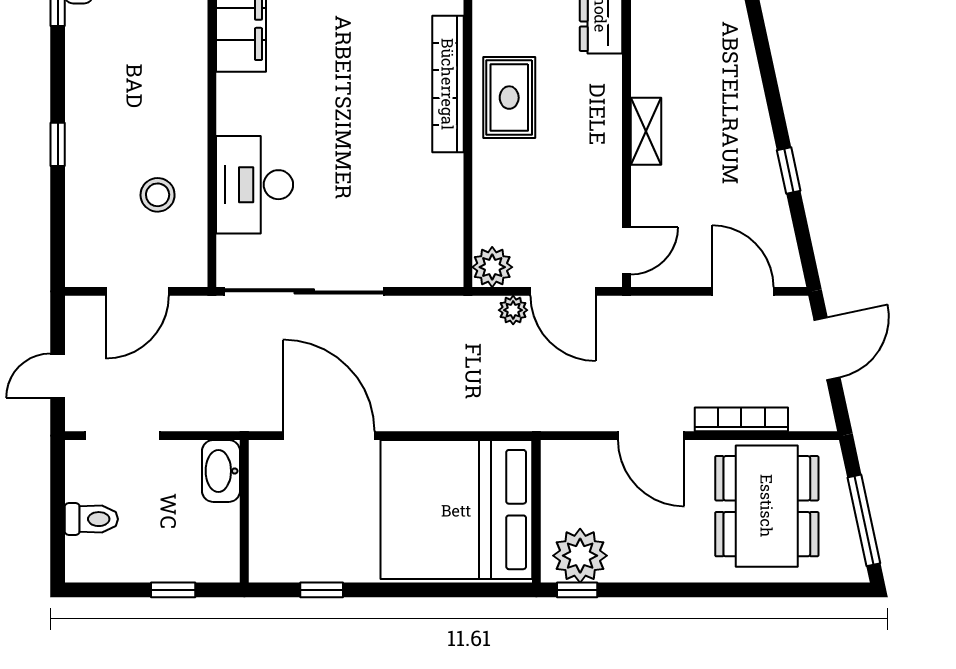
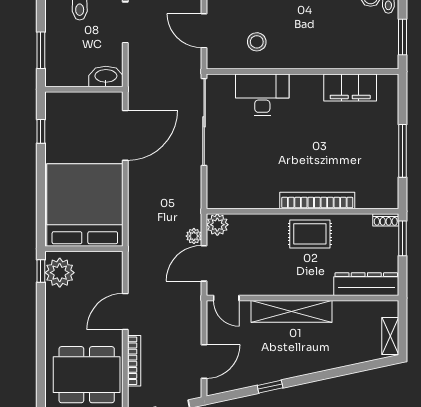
shelving: (646, 131) -> (291, 311), width x2.20, depth x1.33
window: (173, 590) -> (41, 50), width x1.50

